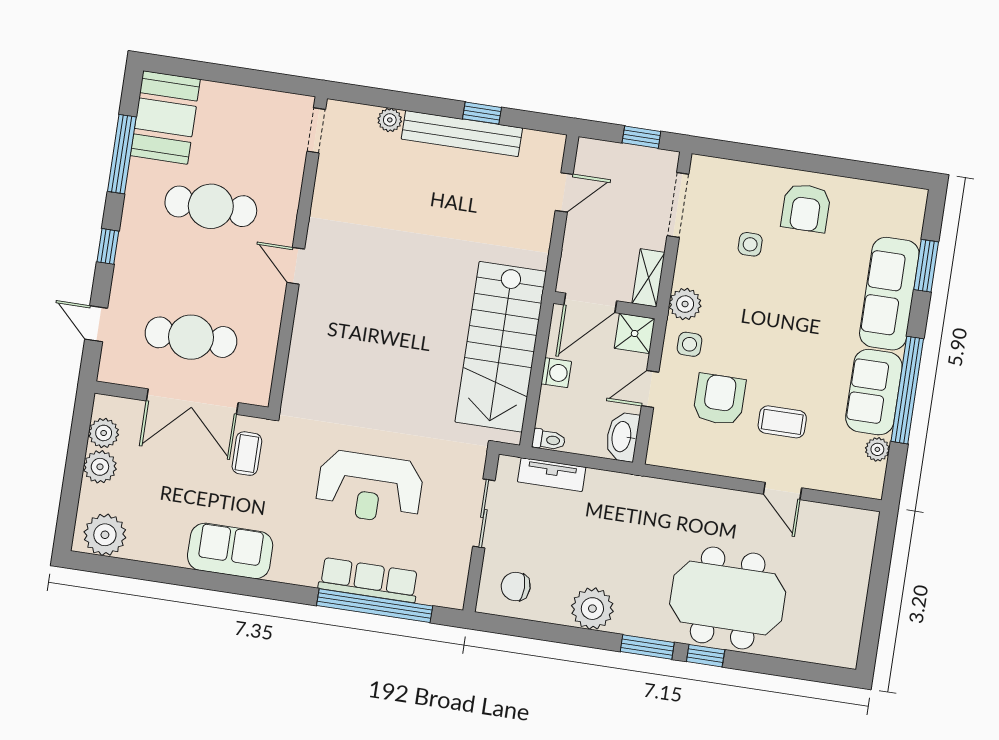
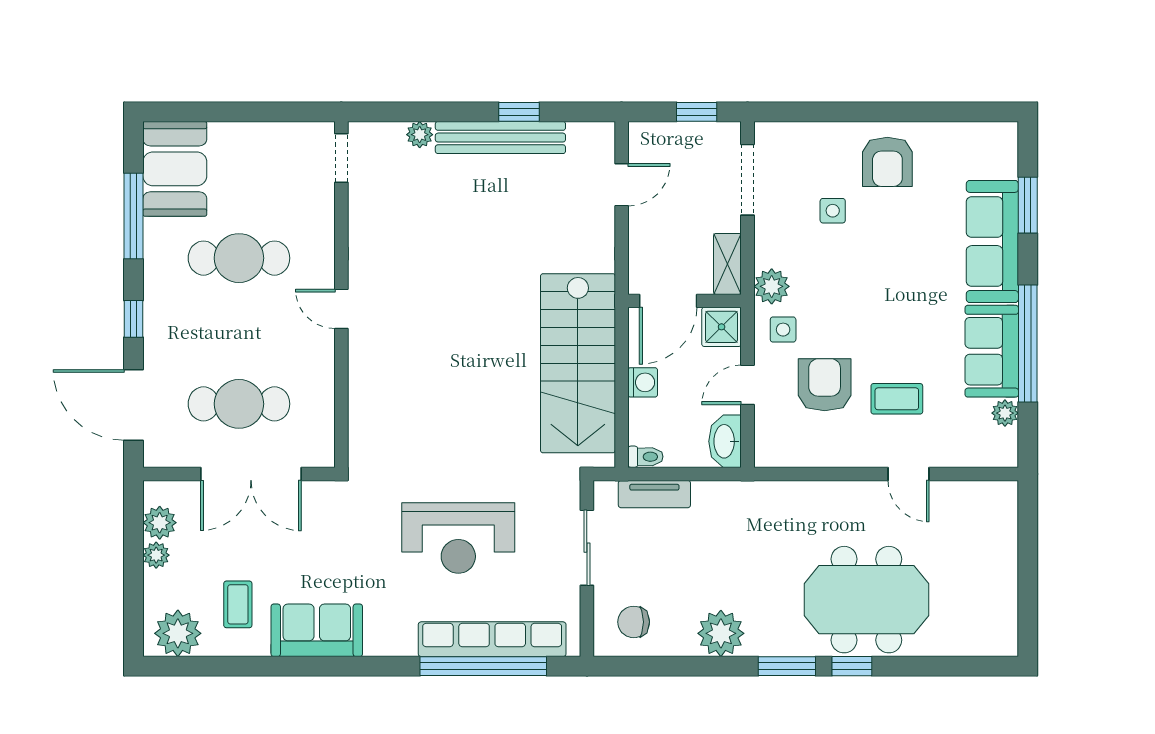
door: (96, 324) -> (133, 405), width x1.88
coffee table: (247, 454) -> (238, 604), moved
plant: (100, 467) -> (156, 555), width x0.73, depth x0.73
row of seats: (369, 580) -> (492, 639), width x1.36

